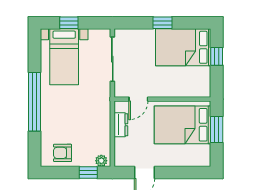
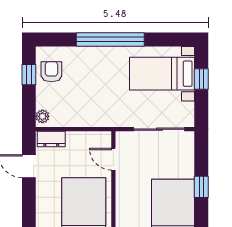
dresser: (121, 125) -> (51, 139), moved
window: (88, 173) -> (29, 75), moved

